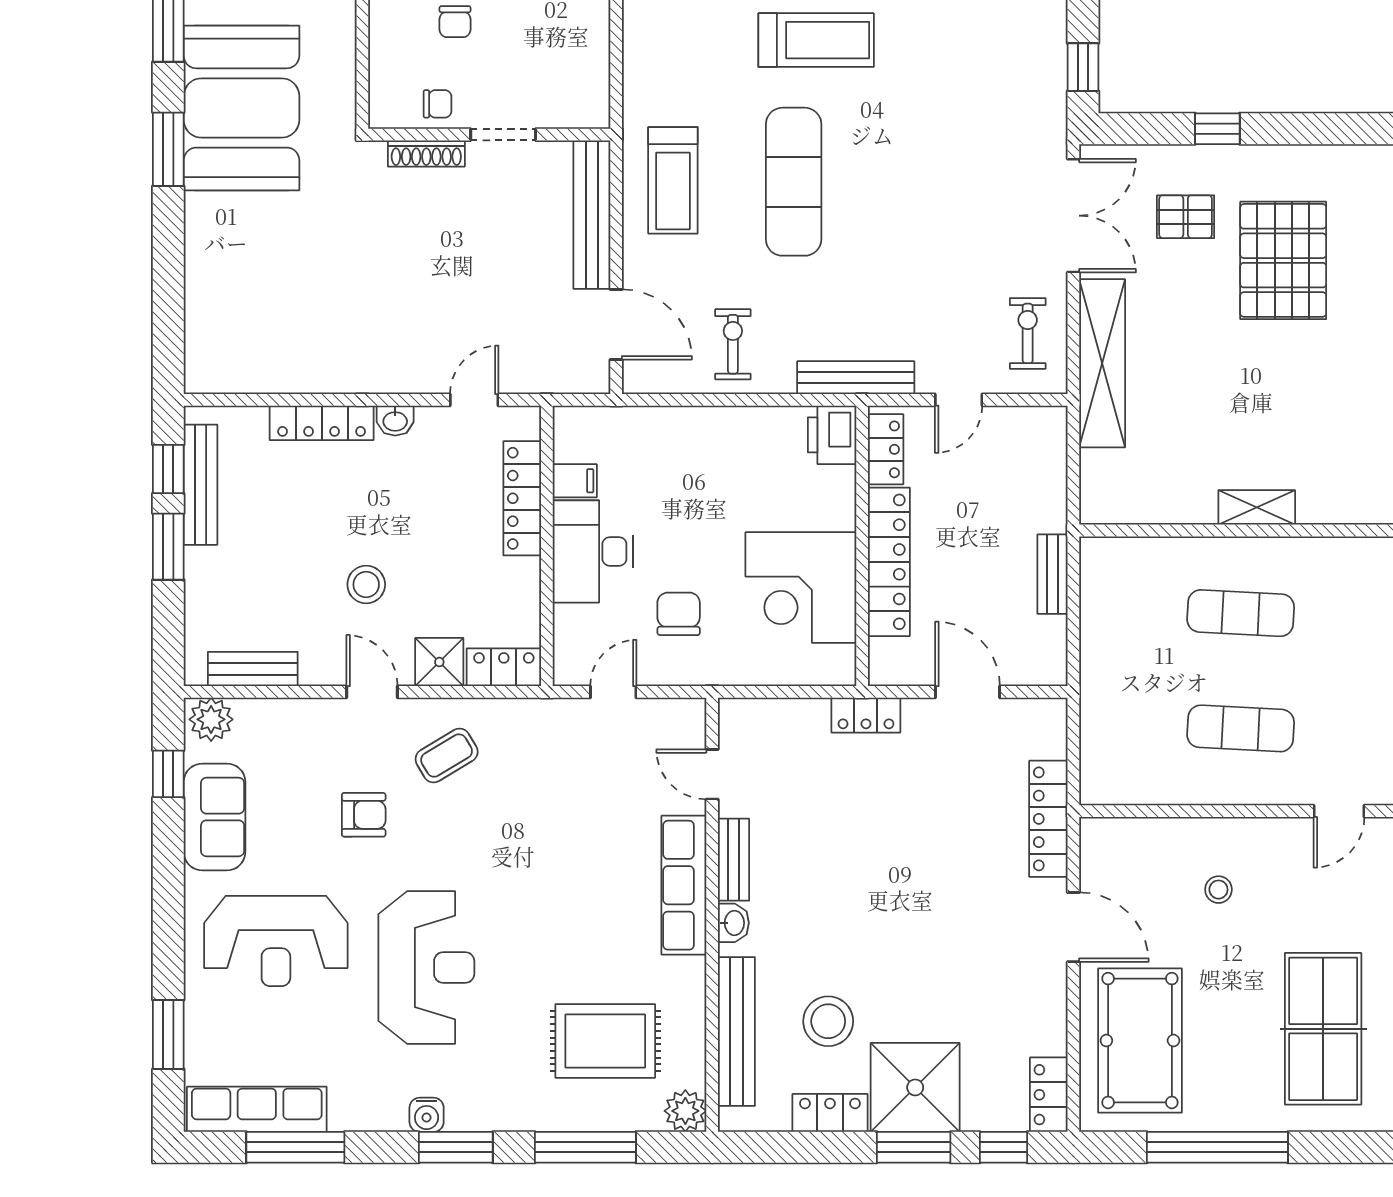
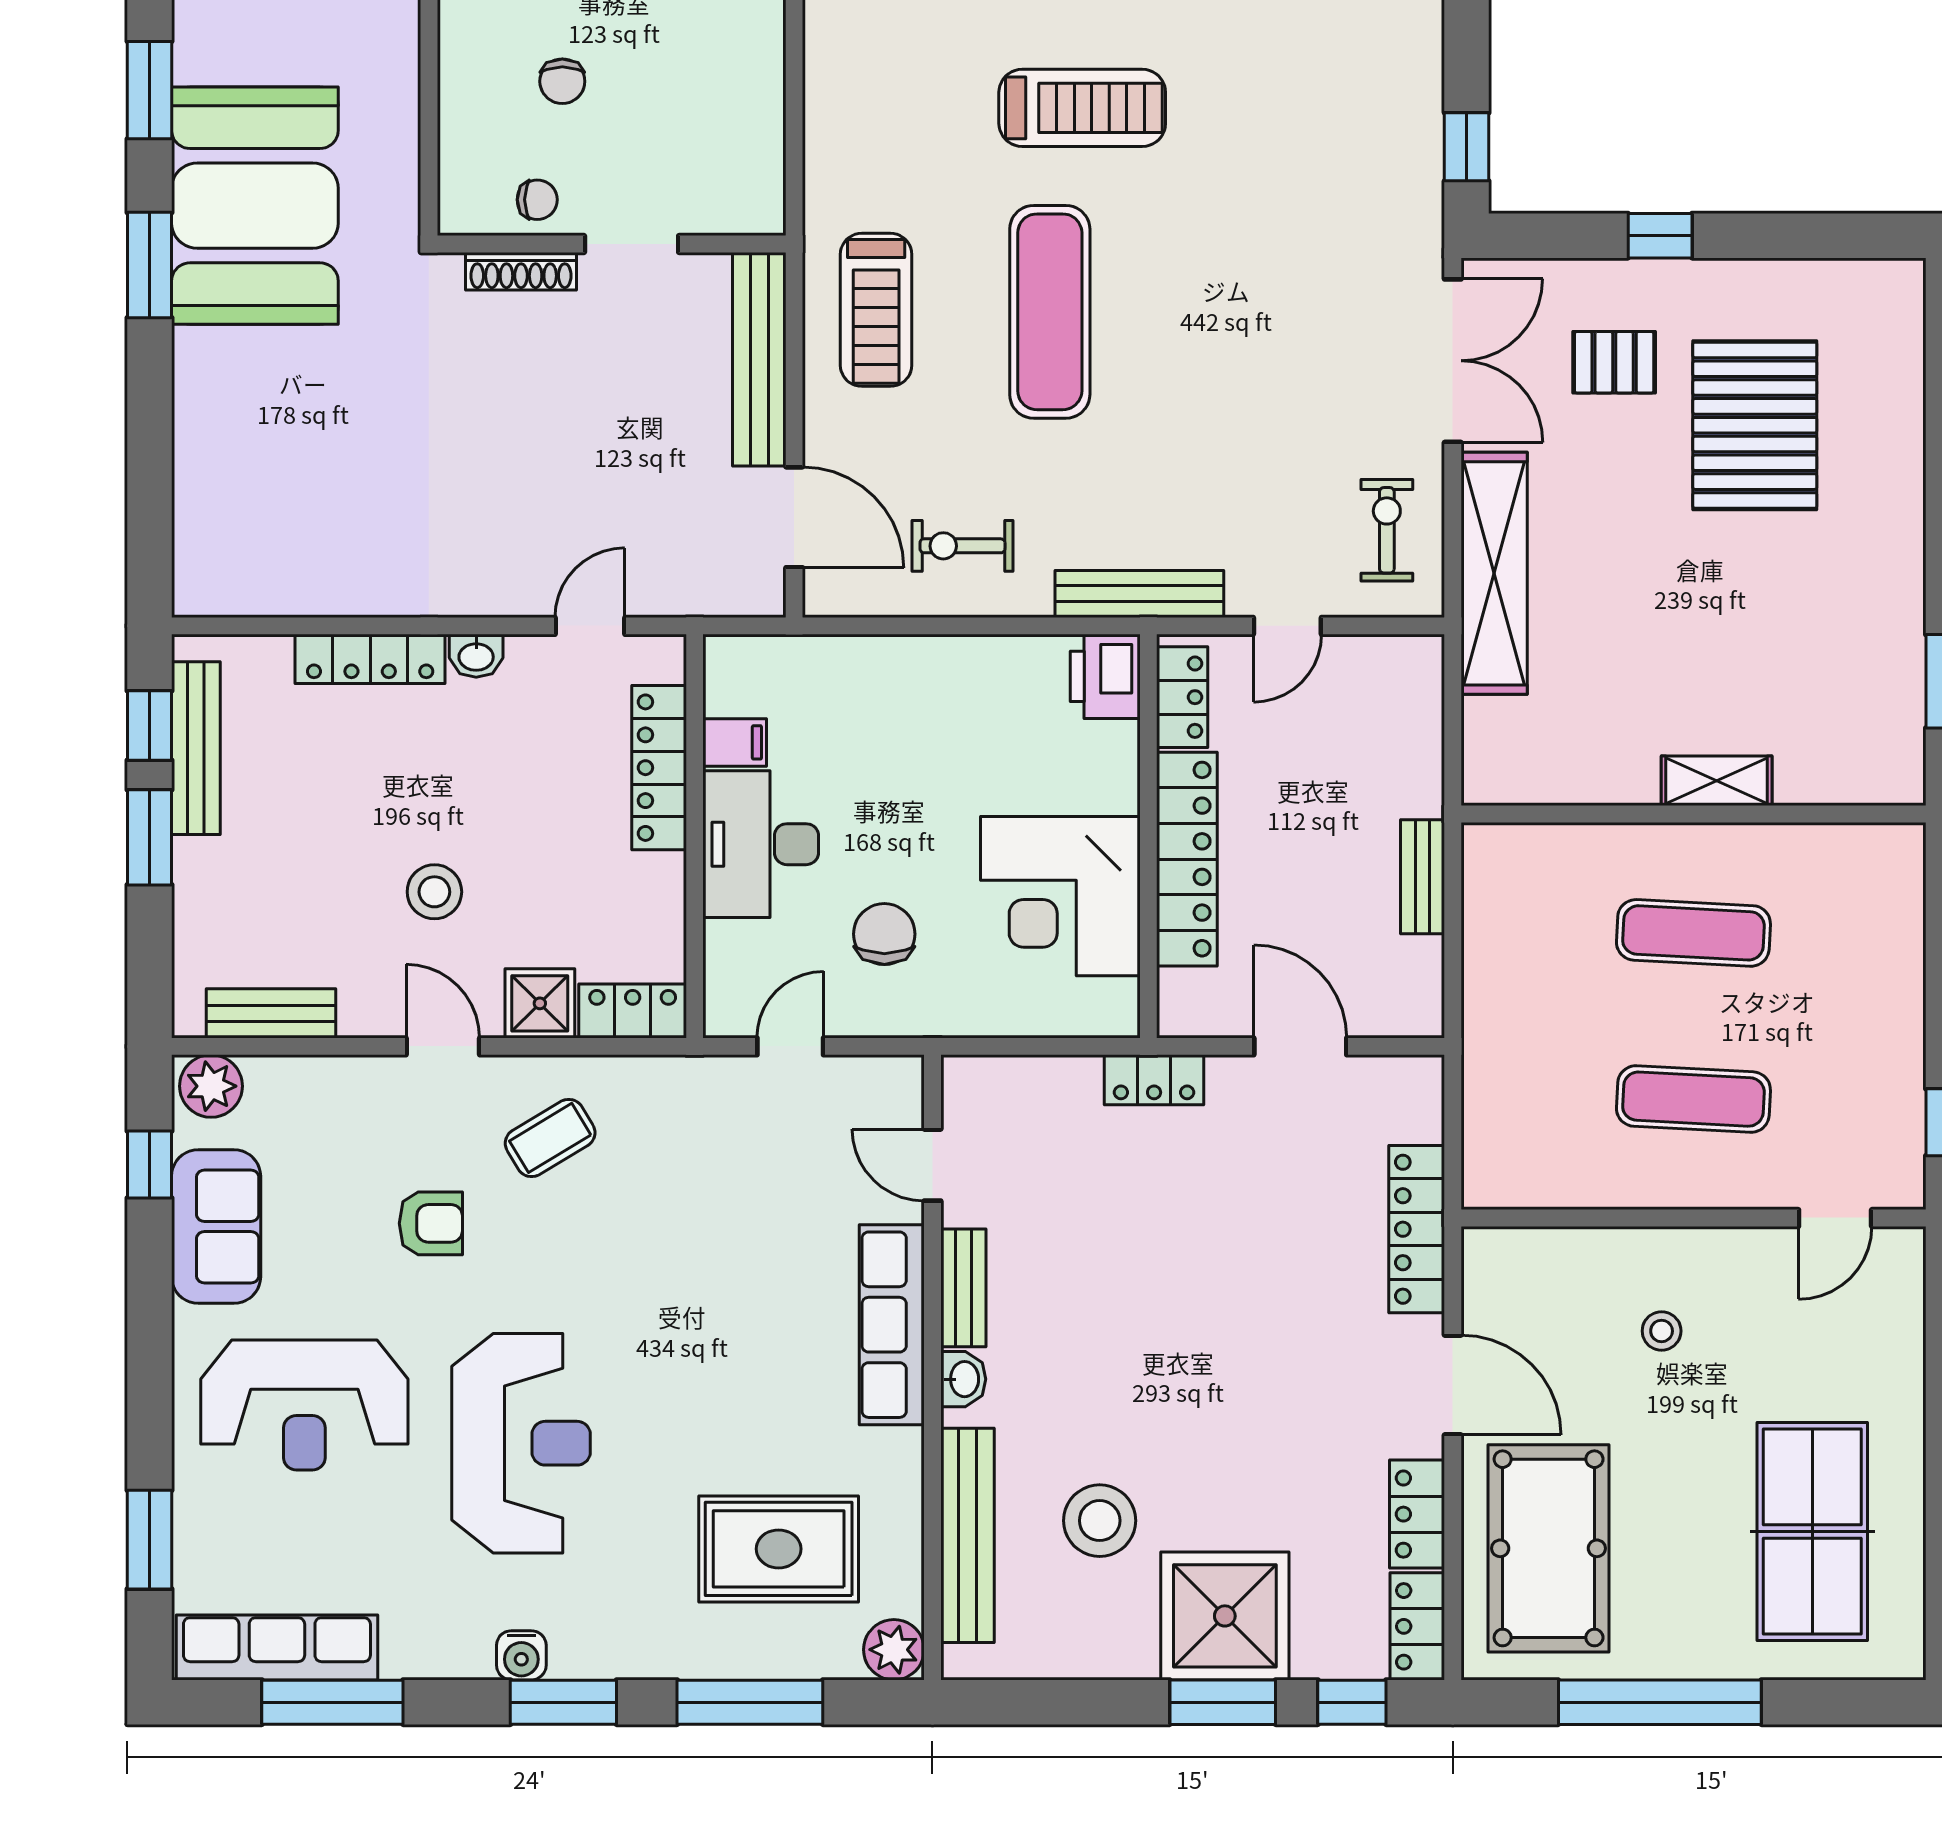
exercise bike: (733, 344) -> (962, 546), turned -90
locker: (830, 1113) -> (1417, 1514), moved, turned -90

